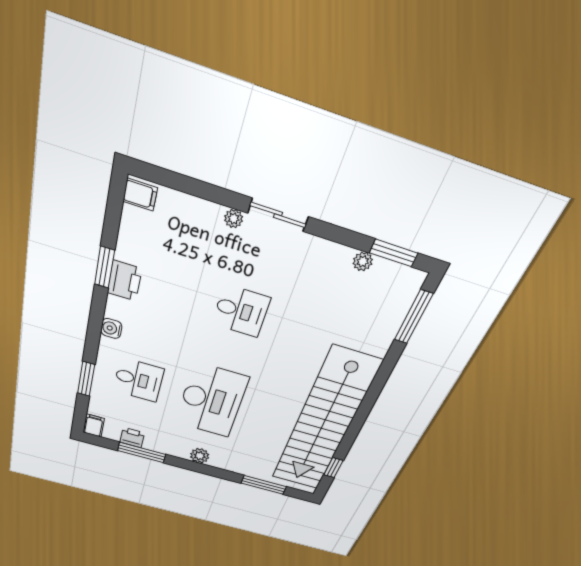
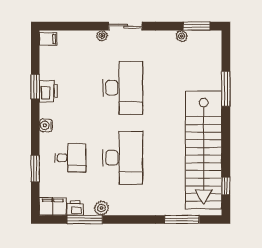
desk: (241, 311) -> (123, 88), width x1.87, depth x1.30
window: (413, 317) -> (226, 89), moved
filing cabinet: (94, 426) -> (53, 206), width x2.00
plant: (200, 456) -> (101, 208), moved

